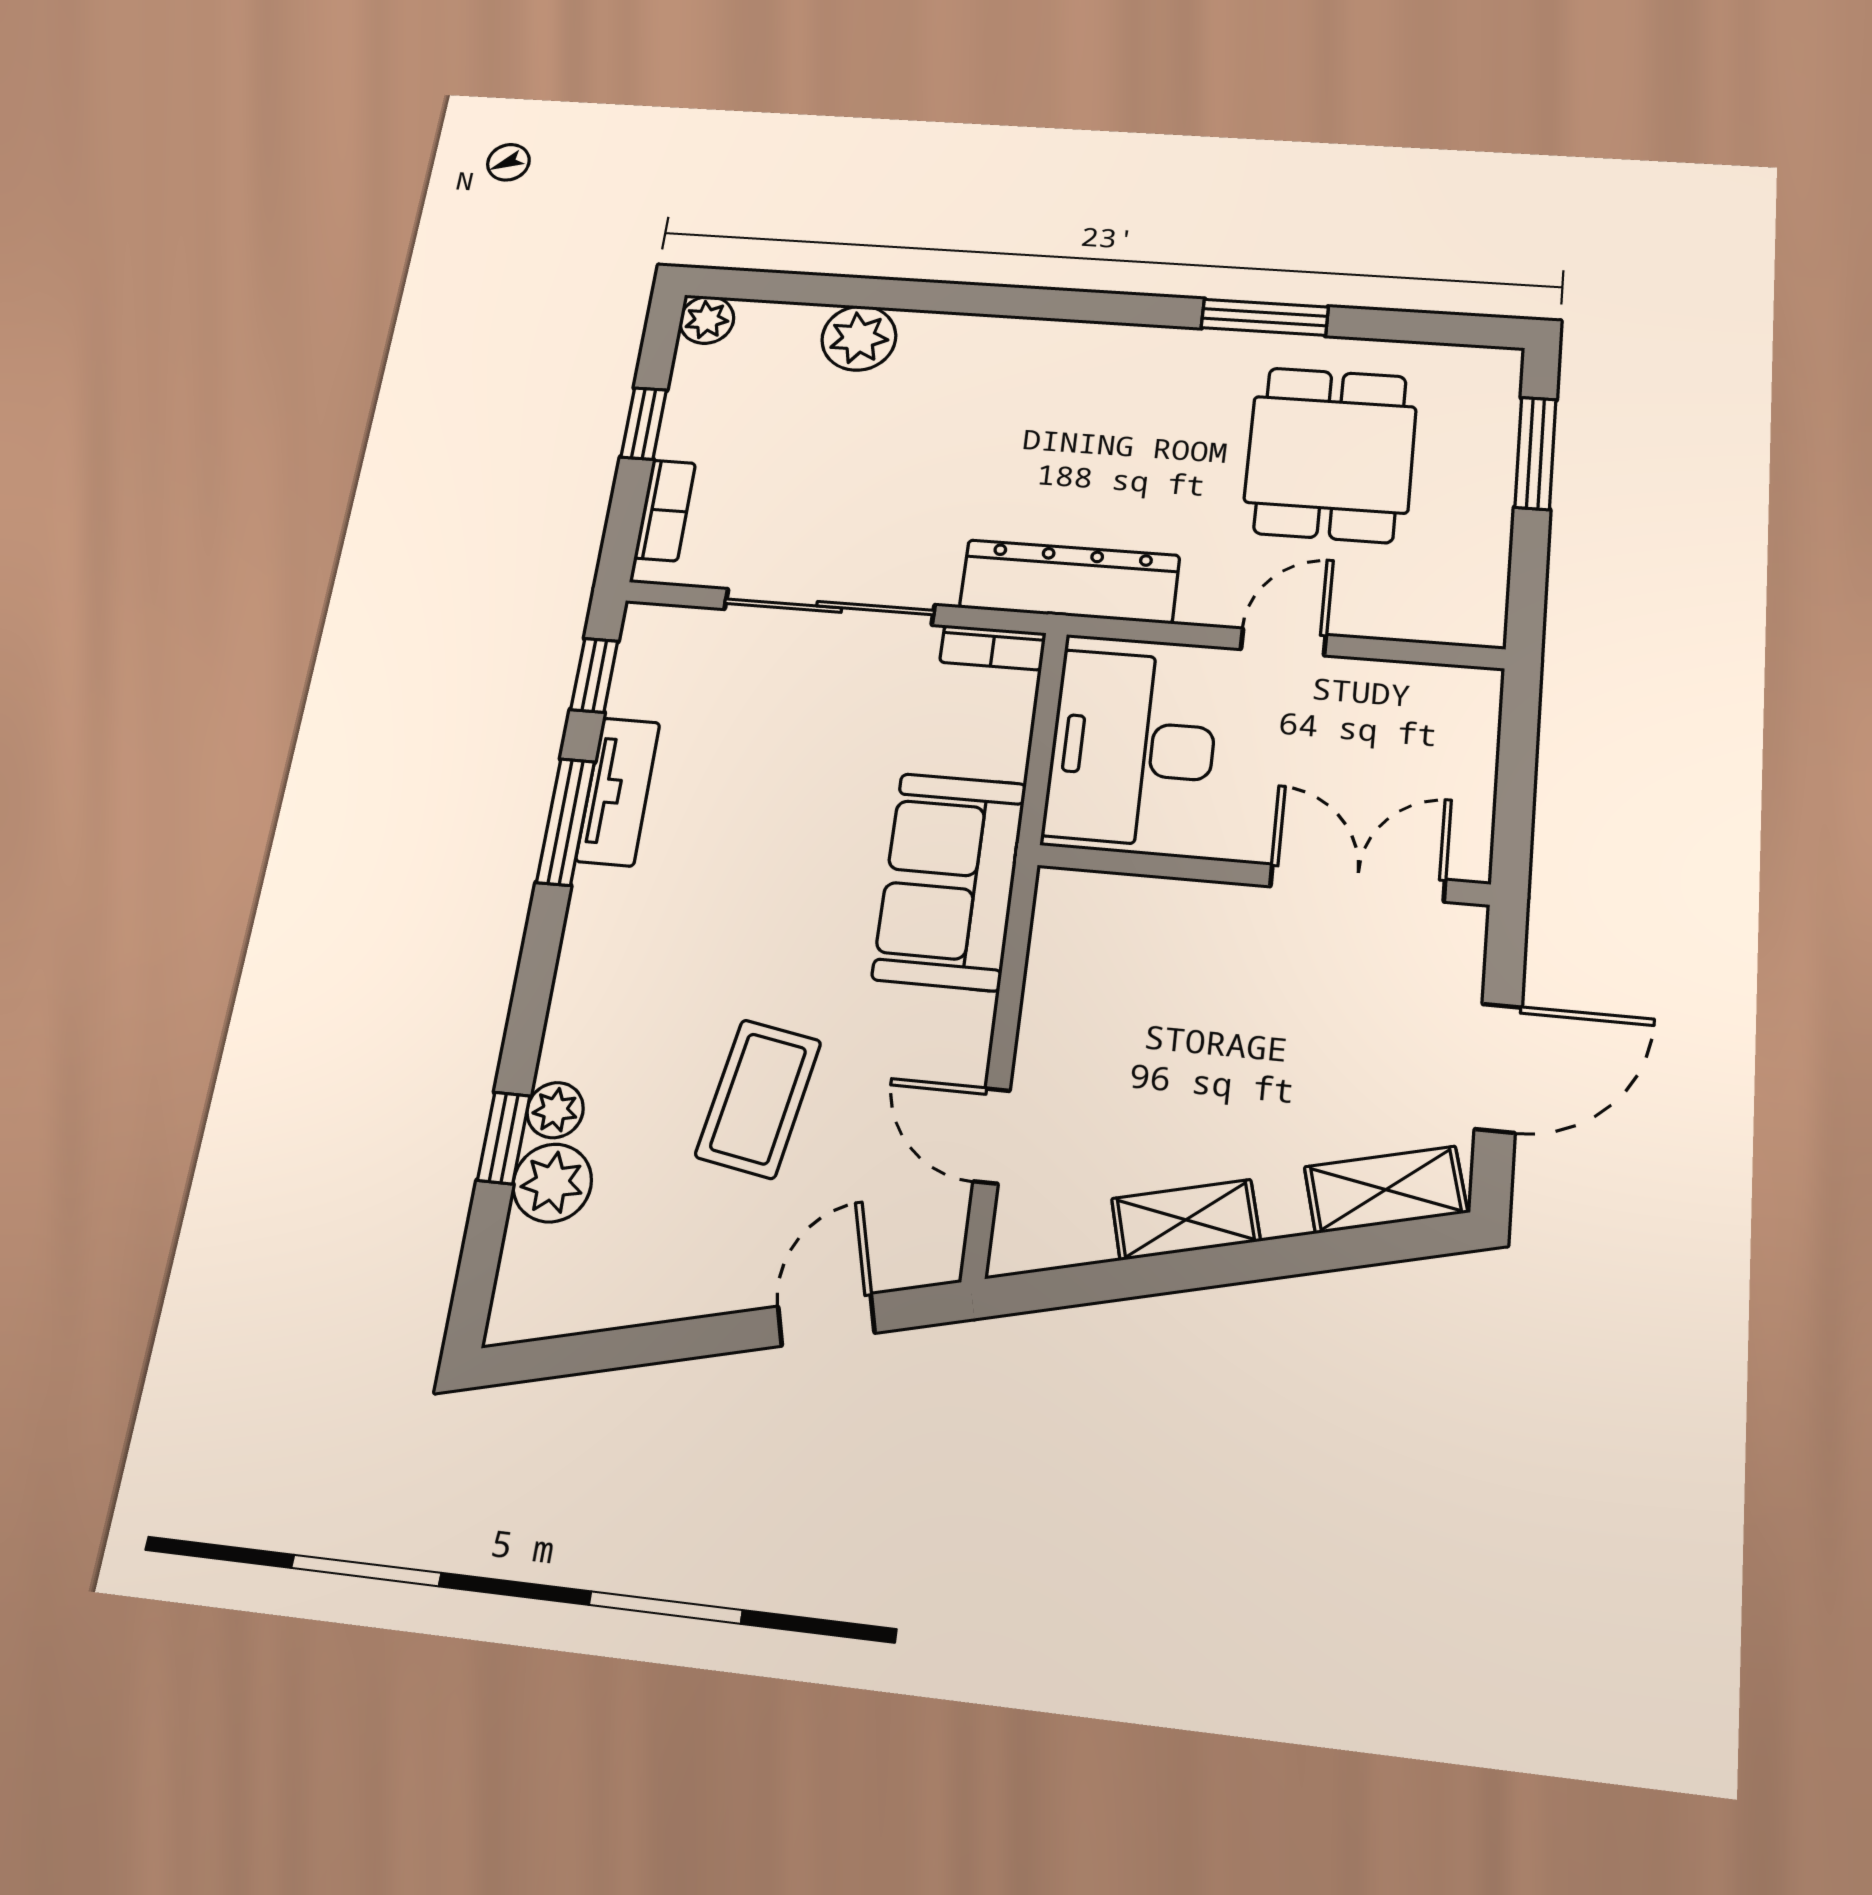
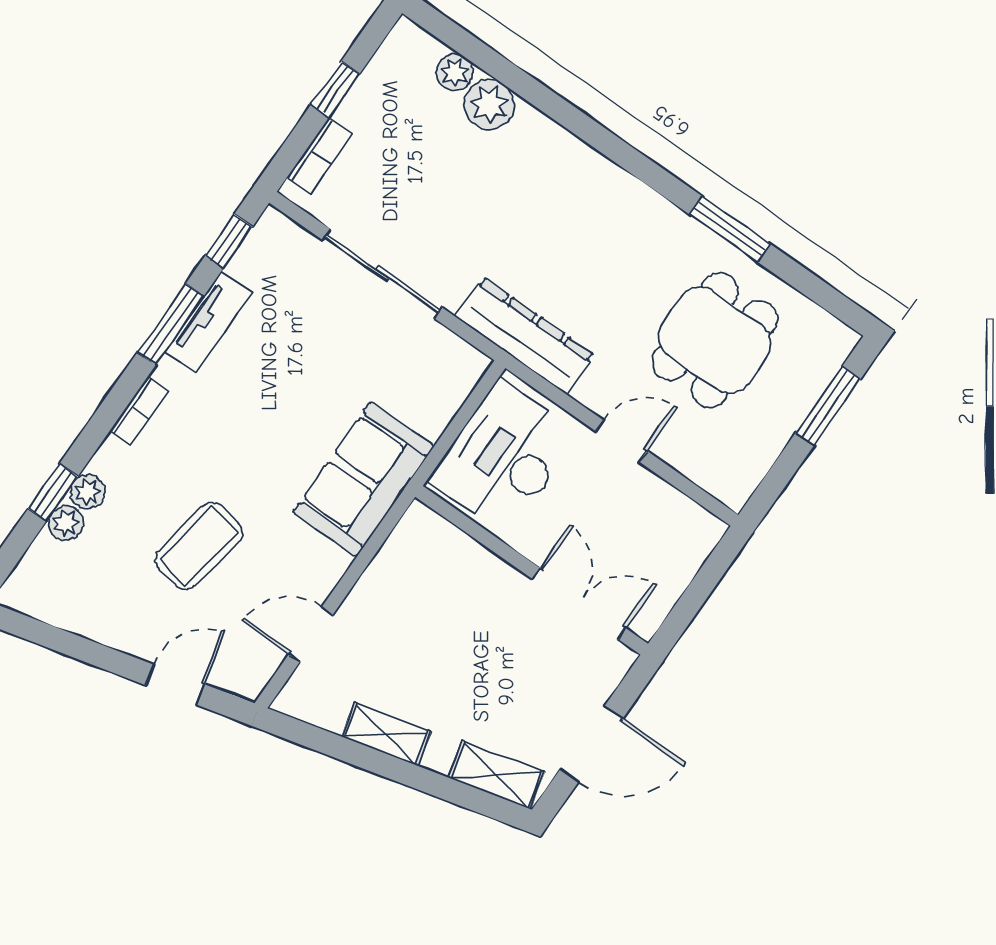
plant: (707, 320) -> (455, 72), moved
bookcase: (993, 648) -> (139, 411), moved, turned -90
door: (992, 1136) -> (311, 635), hinge flipped
plant: (552, 1183) -> (66, 523), width x0.73, depth x0.73

